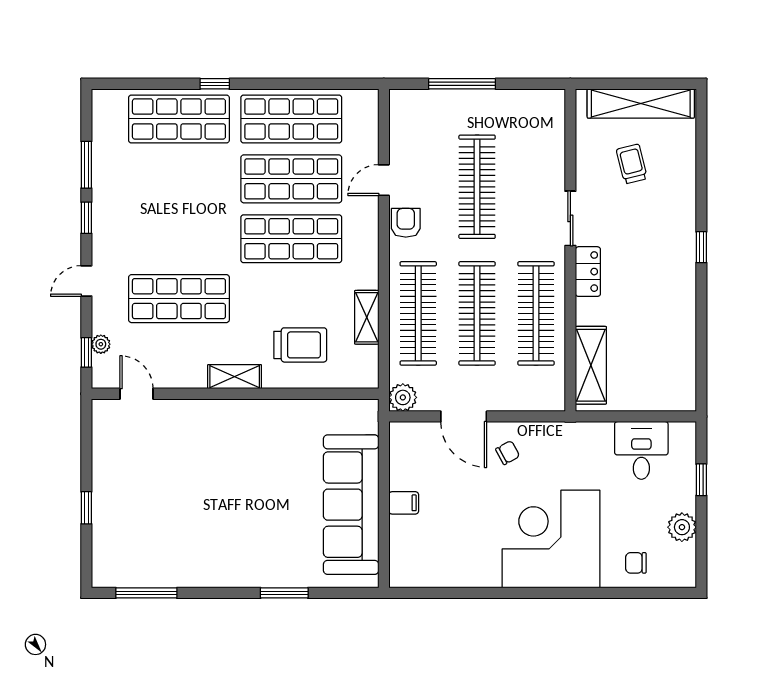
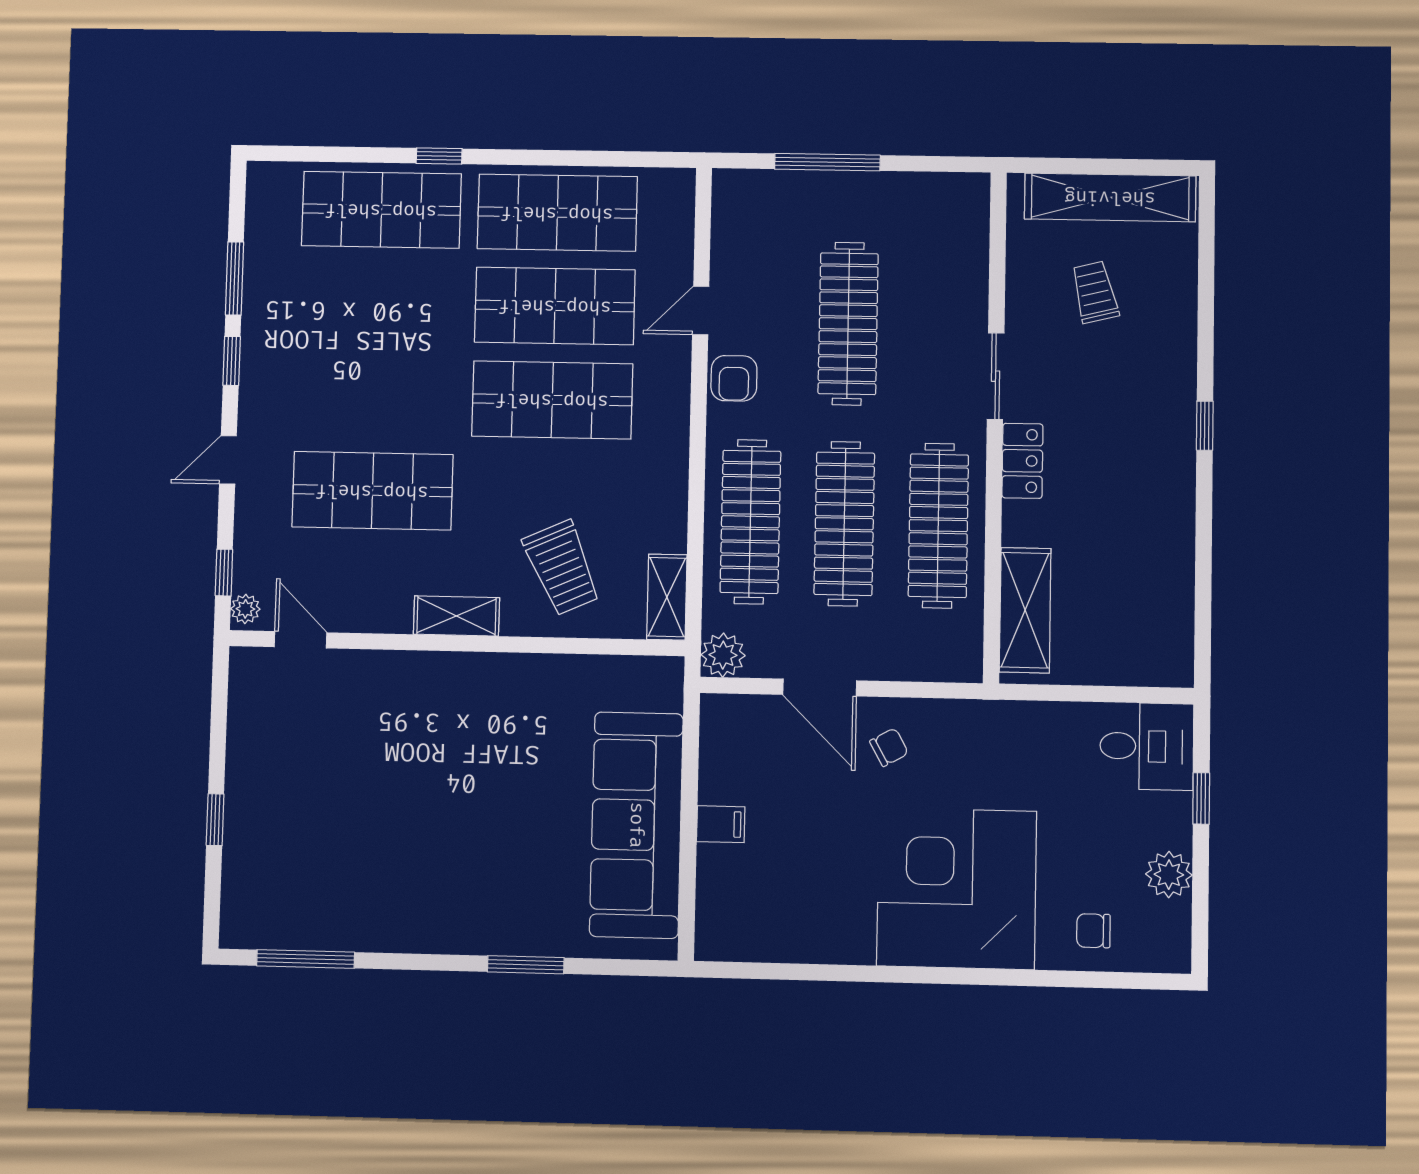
armchair: (406, 223) -> (734, 378), turned 180
shelving: (367, 317) -> (667, 597), moved
plant: (101, 344) -> (245, 609), moved
trolley: (300, 345) -> (562, 568), turned 66
desk: (641, 450) -> (1147, 746), moved, turned 90

